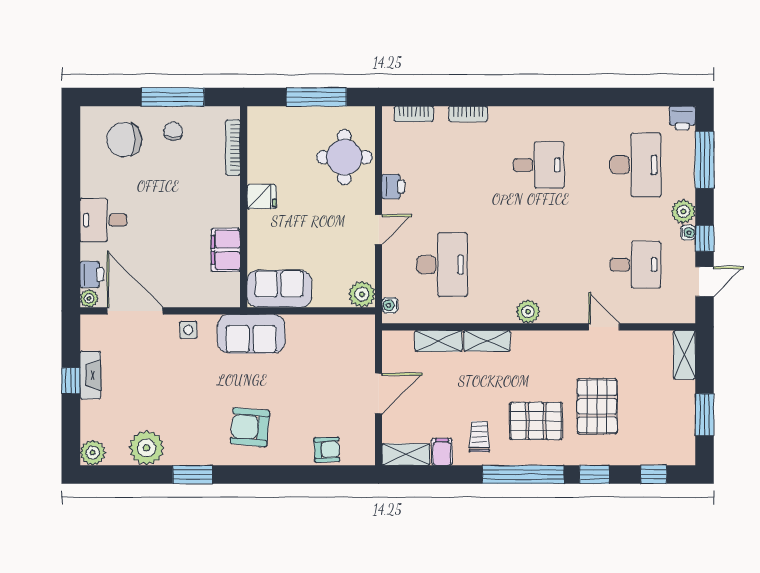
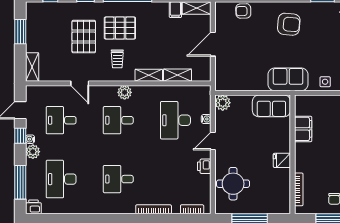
bookcase: (468, 114) -> (154, 209), width x1.56
desk: (539, 265) -> (118, 120), added
water cooler: (390, 305) -> (206, 119), moved
trolley: (479, 436) -> (117, 59), moved

